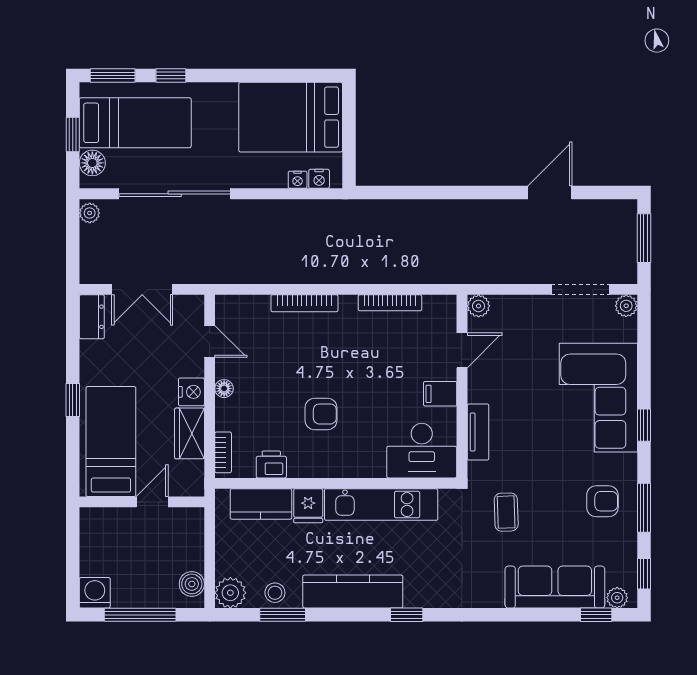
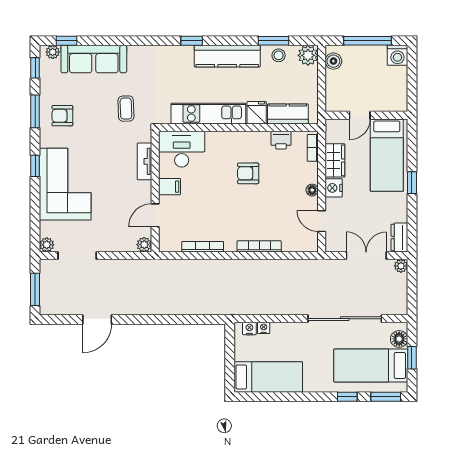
bed: (291, 117) -> (268, 377), width x0.67
plant: (90, 213) -> (401, 266), moved

